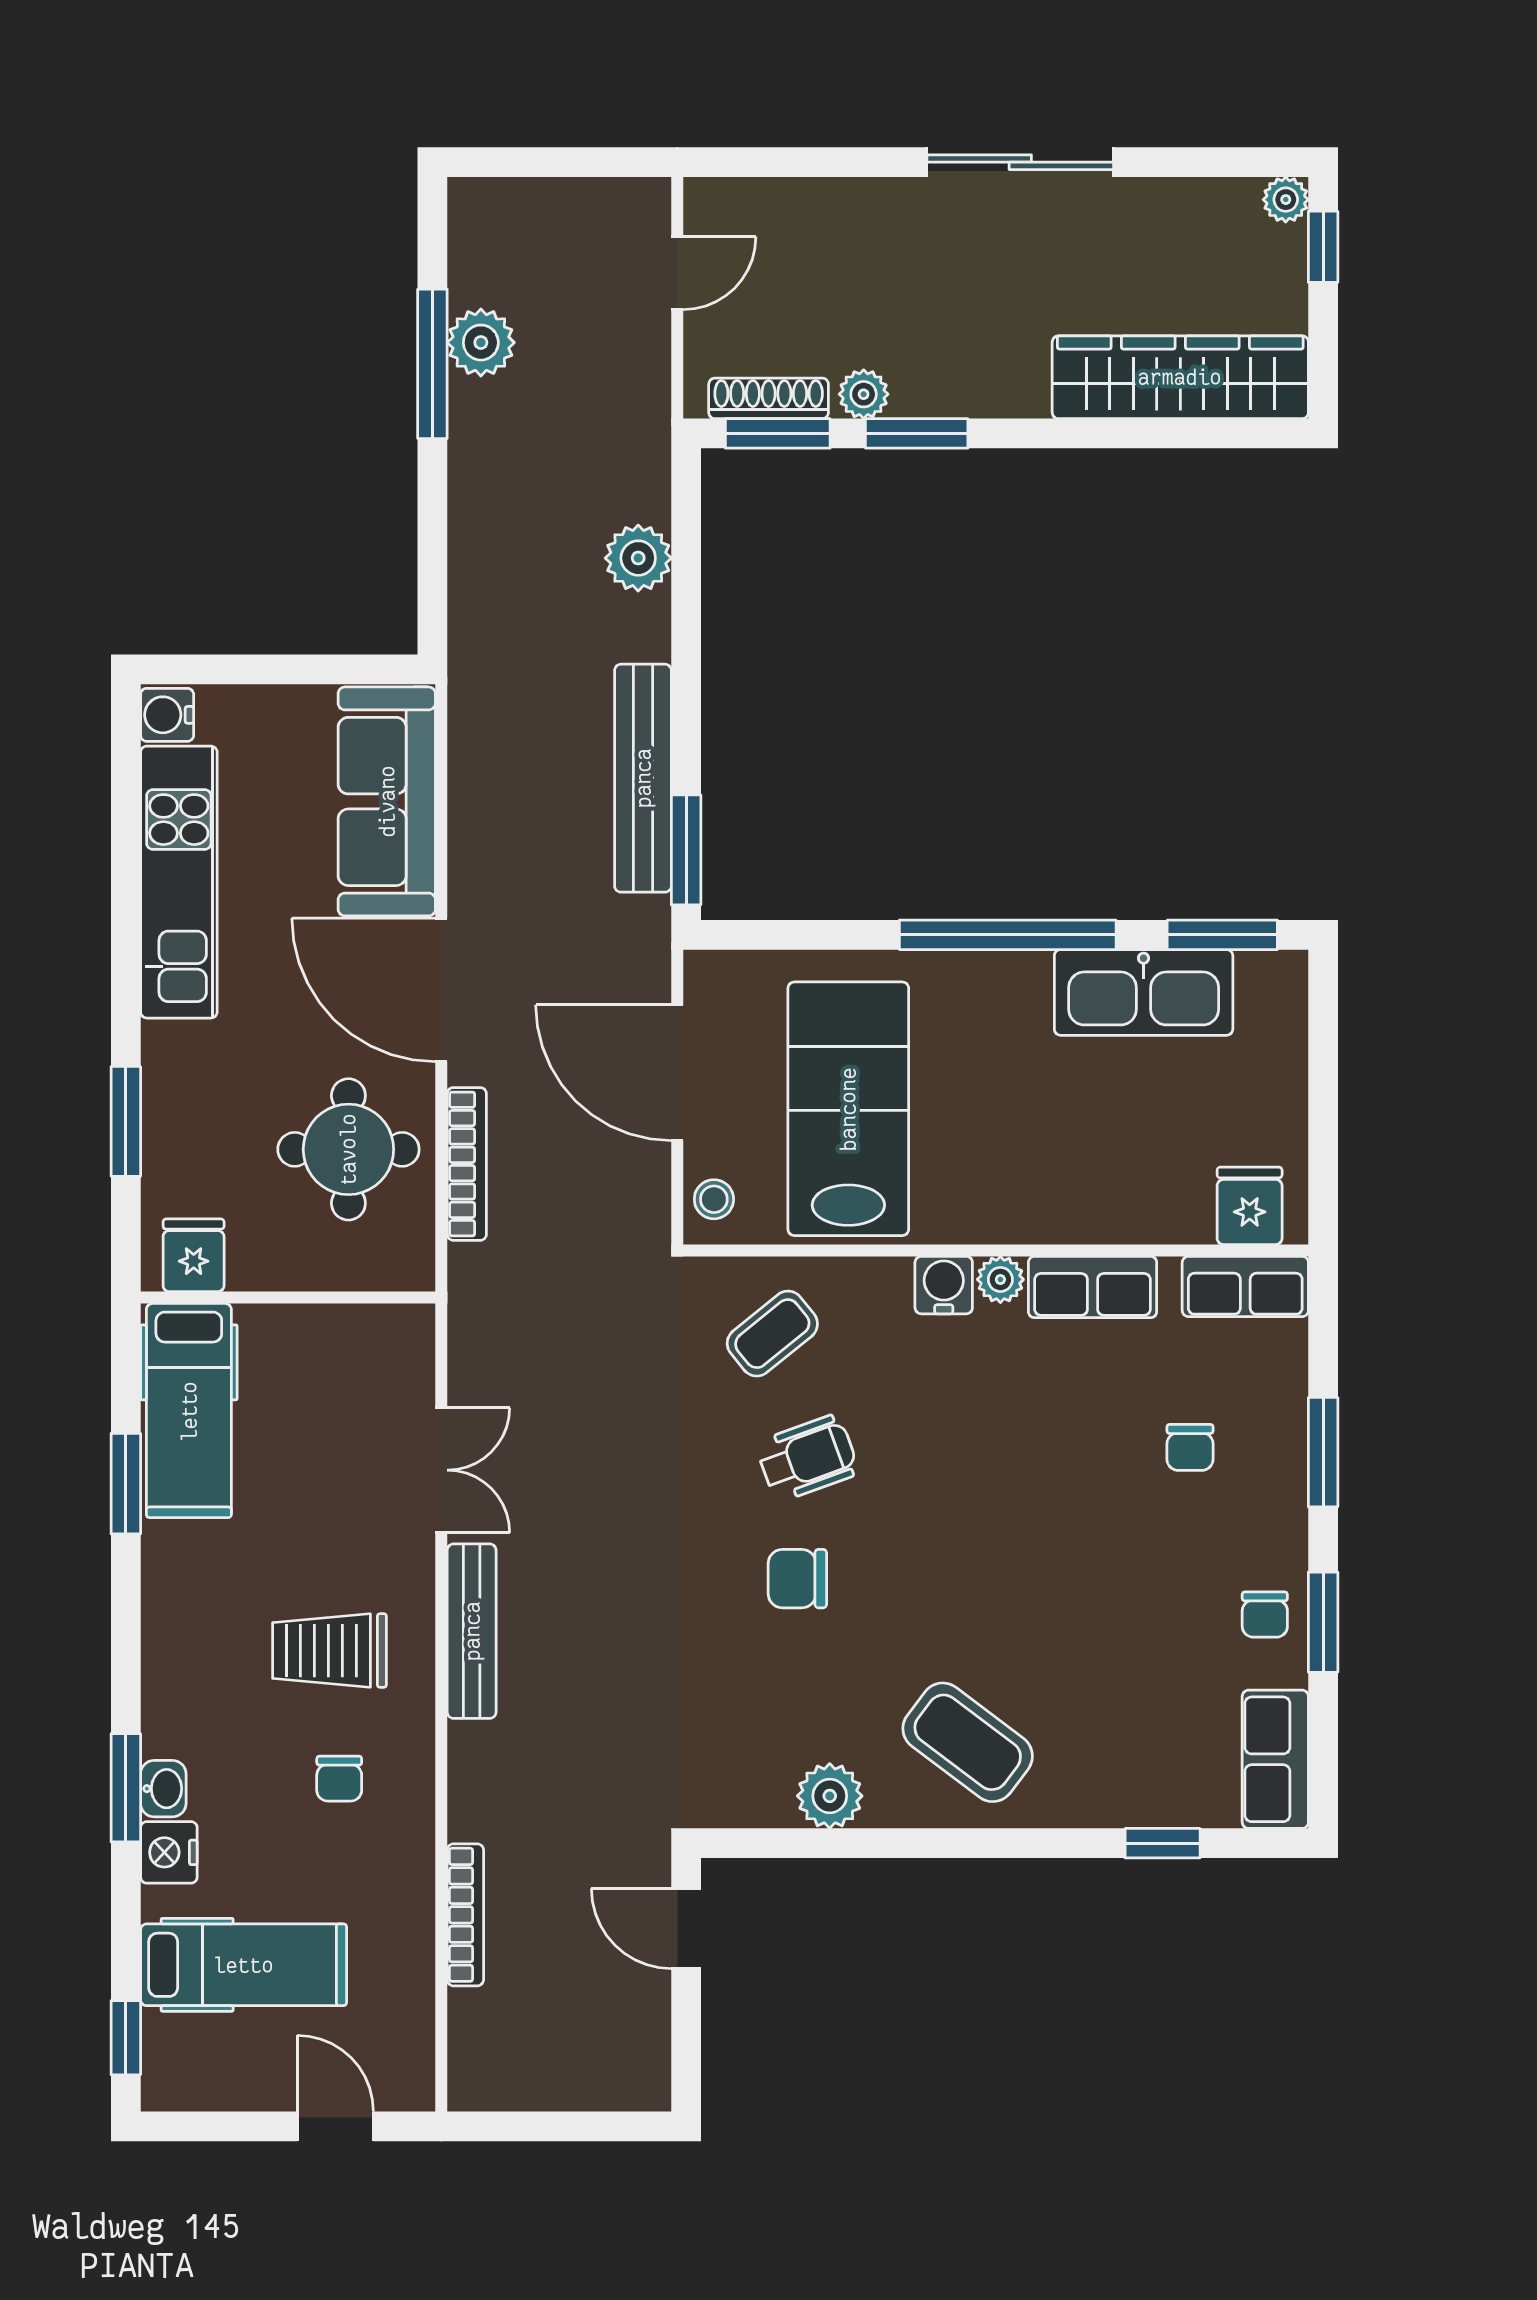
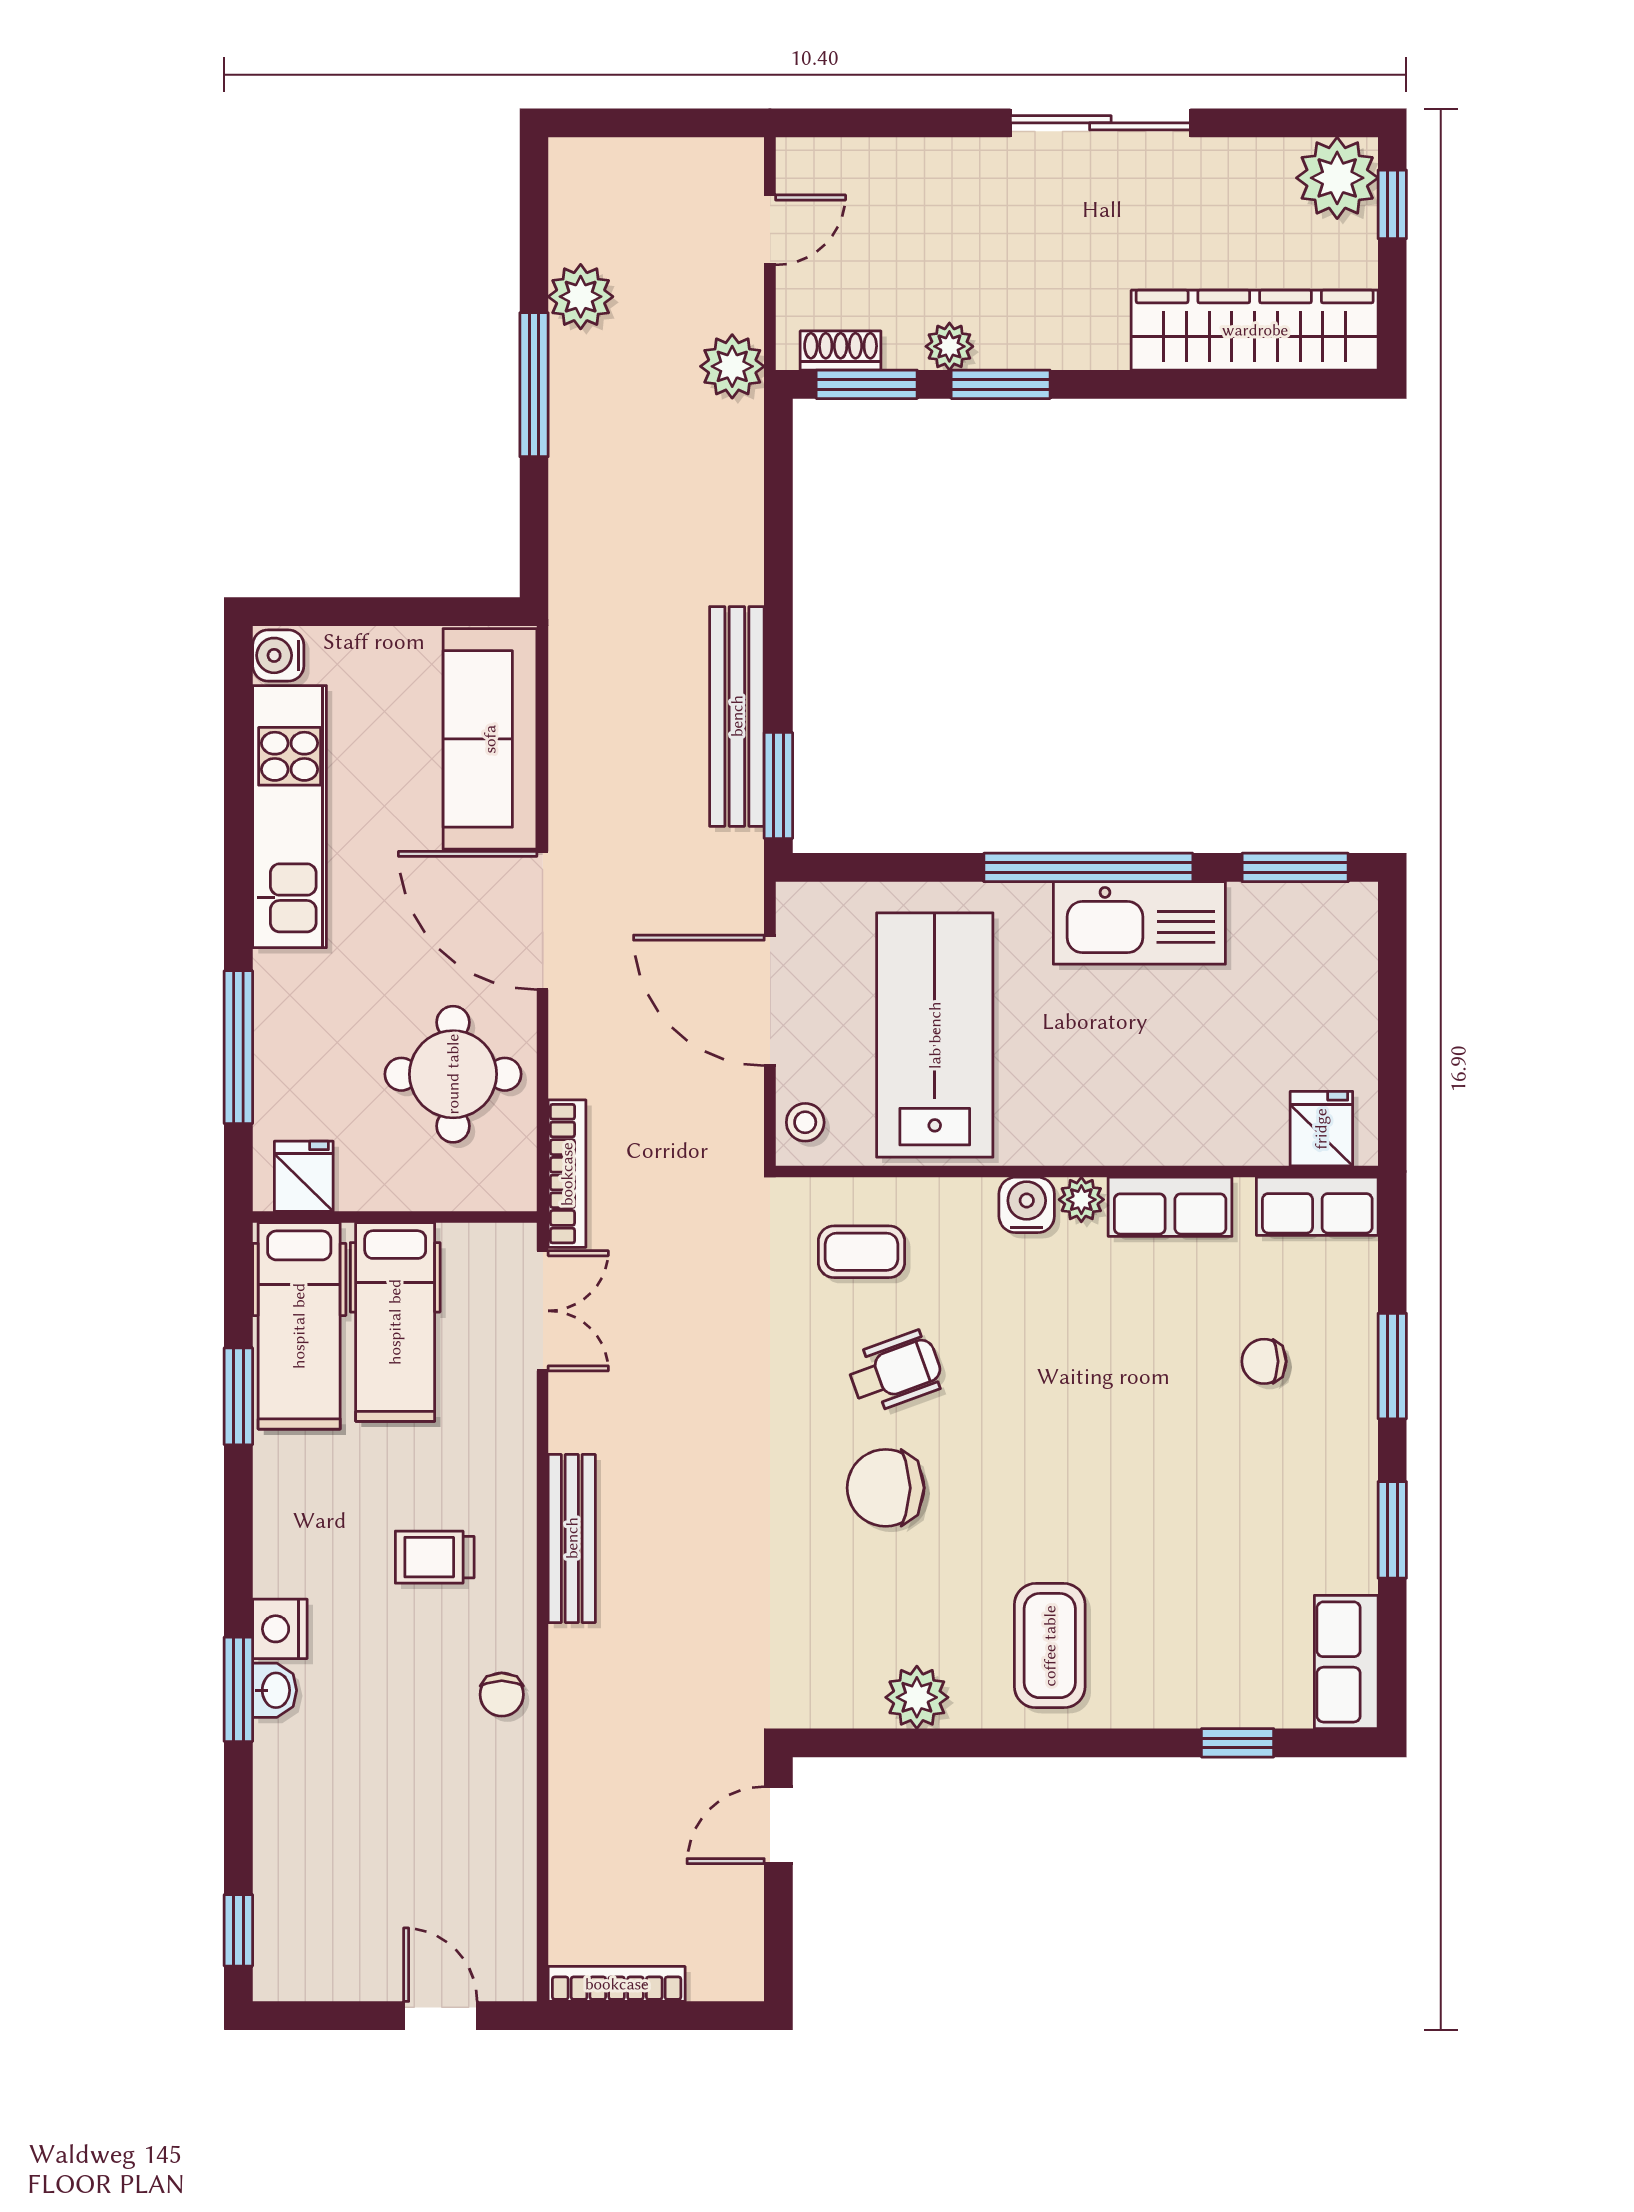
plant: (1286, 200) -> (1337, 178), width x1.88, depth x1.88
window: (432, 364) -> (534, 385), moved
shoe rack: (769, 398) -> (841, 350), width x0.70
plant: (638, 558) -> (732, 366), moved
kitchen sink: (1144, 992) -> (1139, 923), moved
window: (126, 1121) -> (238, 1047), width x1.44
bookcase: (467, 1164) -> (567, 1174), moved
coffee table: (772, 1334) -> (862, 1252), turned 39
chair: (1190, 1447) -> (1264, 1361), turned 90
double door: (441, 1470) -> (543, 1311), moved
chair: (797, 1579) -> (886, 1488), width x1.37, depth x1.37
chair: (1265, 1615) -> (1336, 1522), removed
trolley: (329, 1651) -> (435, 1557), width x0.73, depth x0.72
coffee table: (968, 1742) -> (1050, 1646), turned 53
chair: (339, 1779) -> (502, 1695), moved
nightstand: (169, 1852) -> (280, 1629), moved
bookcase: (465, 1915) -> (617, 1984), moved, turned -90
door: (686, 1929) -> (778, 1825), hinge flipped
hospital bed: (244, 1965) -> (395, 1322), moved, turned 90

